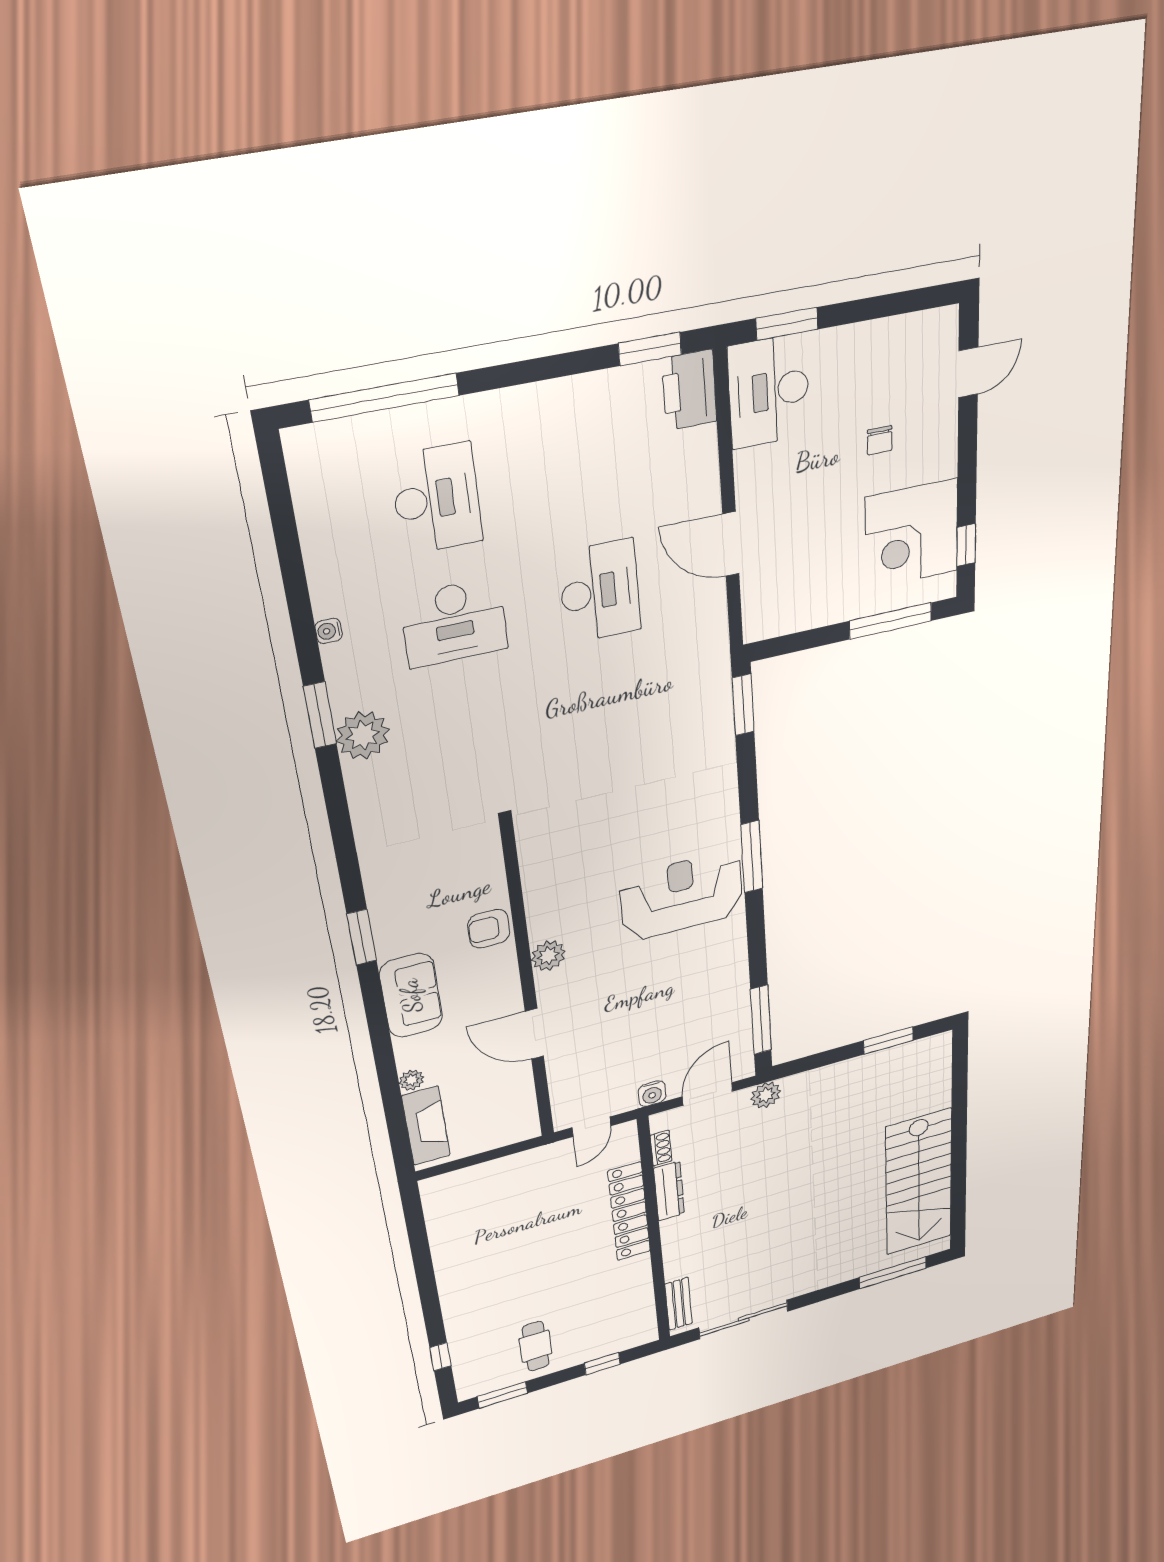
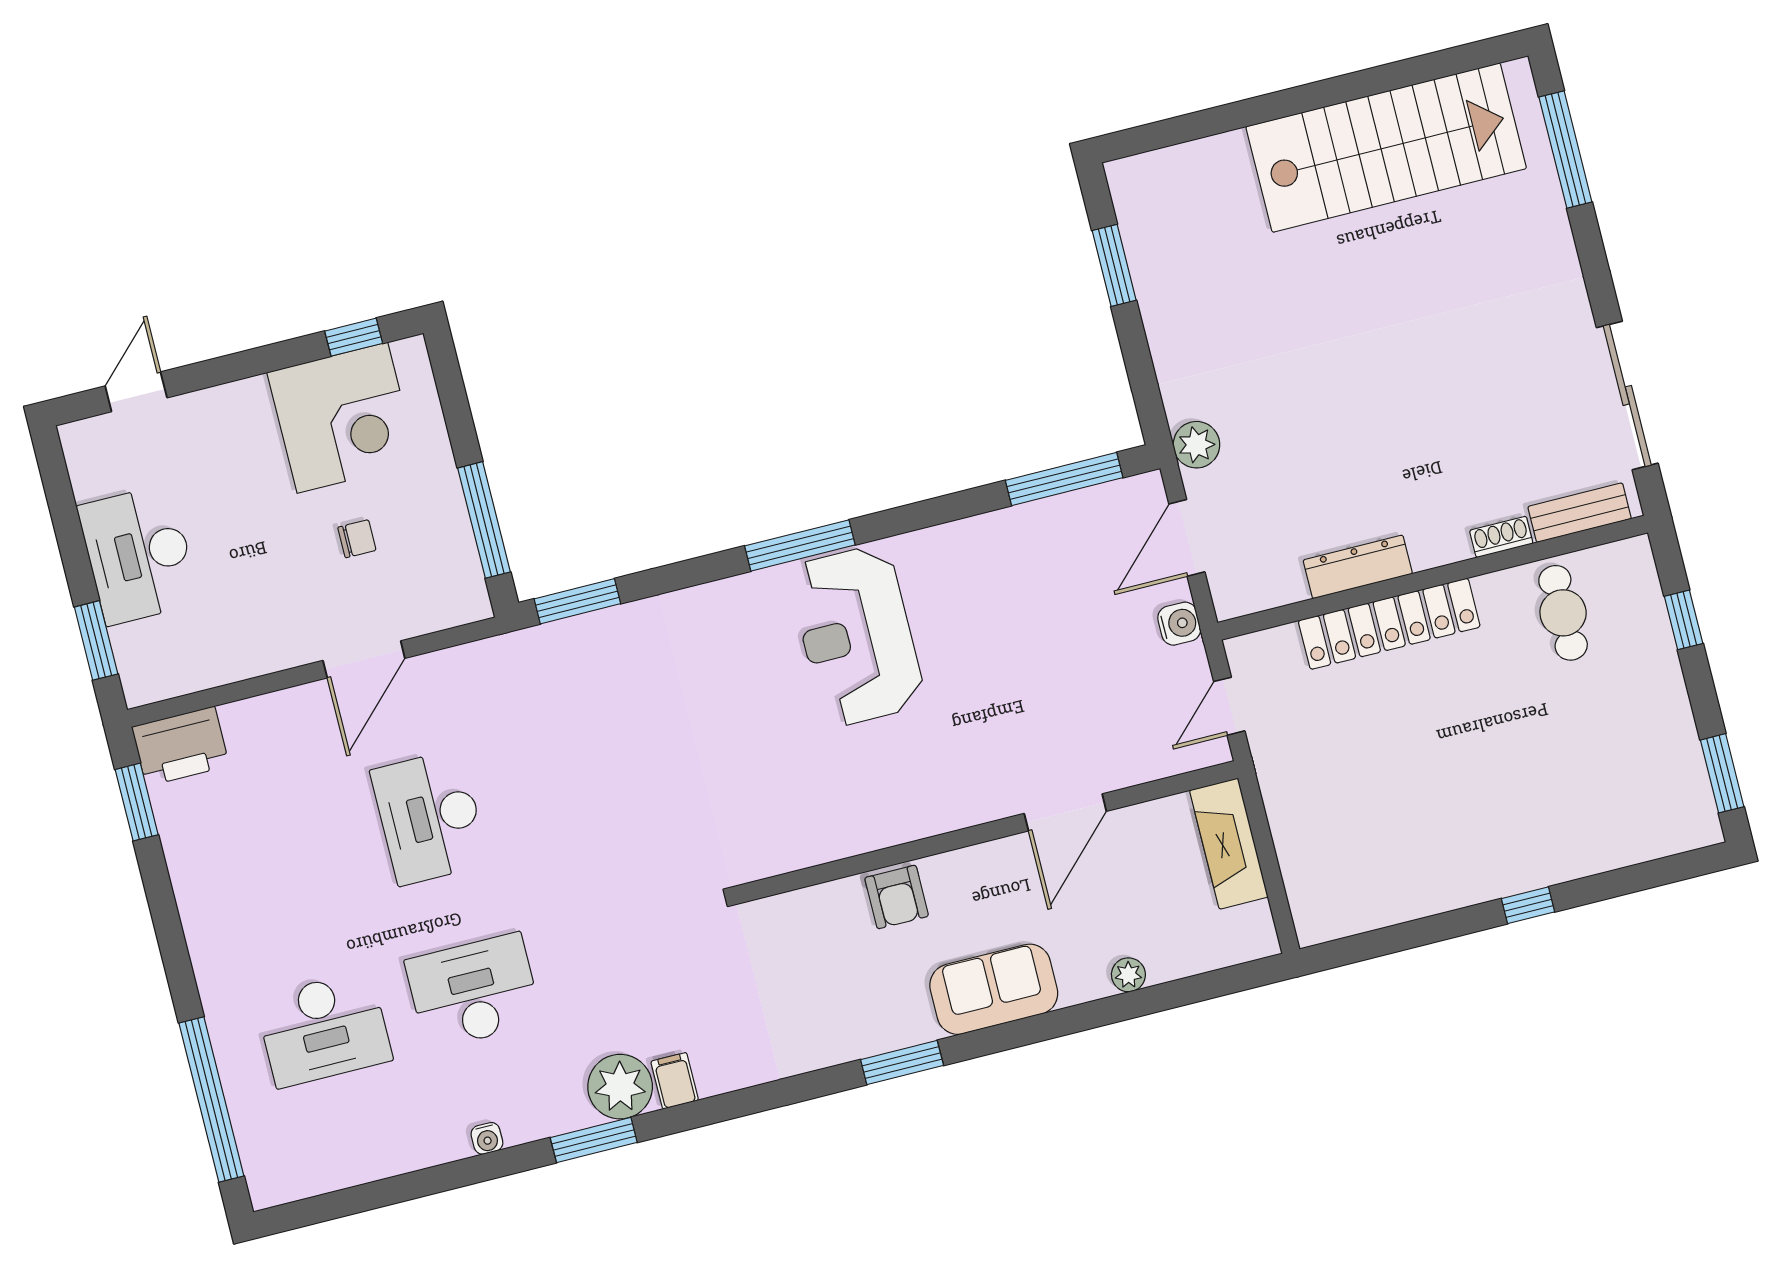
door: (968, 372) -> (136, 392), hinge flipped
desk: (769, 391) -> (138, 555), moved, turned 90
chair: (880, 440) -> (357, 539), moved
desk: (437, 499) -> (324, 1029), turned 180
desk: (600, 591) -> (430, 817), turned -90
window: (890, 621) -> (484, 520), moved
desk: (454, 623) -> (473, 991), turned -90
filing cabinet: (364, 776) -> (675, 1081), added
plant: (548, 956) -> (942, 810), removed
door: (707, 1094) -> (1187, 538), hinge flipped
fireplace: (426, 1126) -> (1229, 844), moved, turned -90
door: (591, 1127) -> (1229, 706), swing flipped
shoe rack: (661, 1148) -> (1501, 537), moved
cafe table: (536, 1346) -> (1563, 613), moved, turned 90
window: (440, 1357) -> (1528, 905), moved

